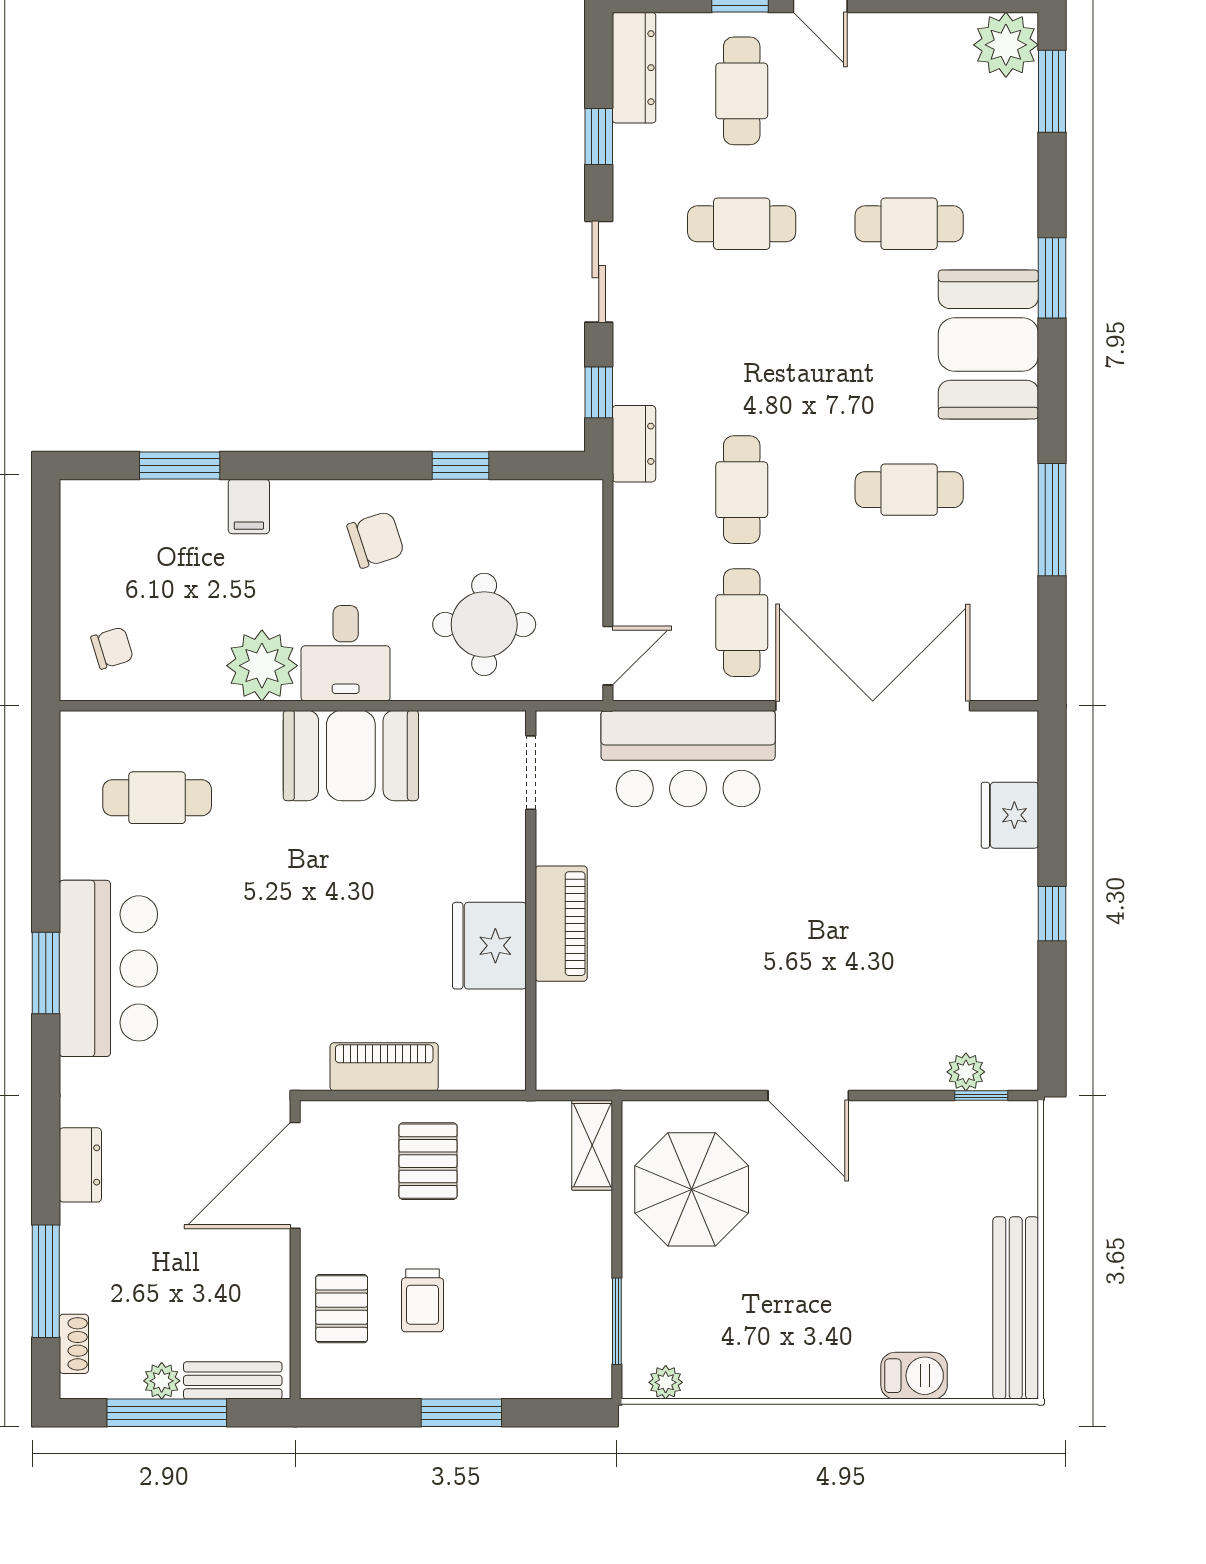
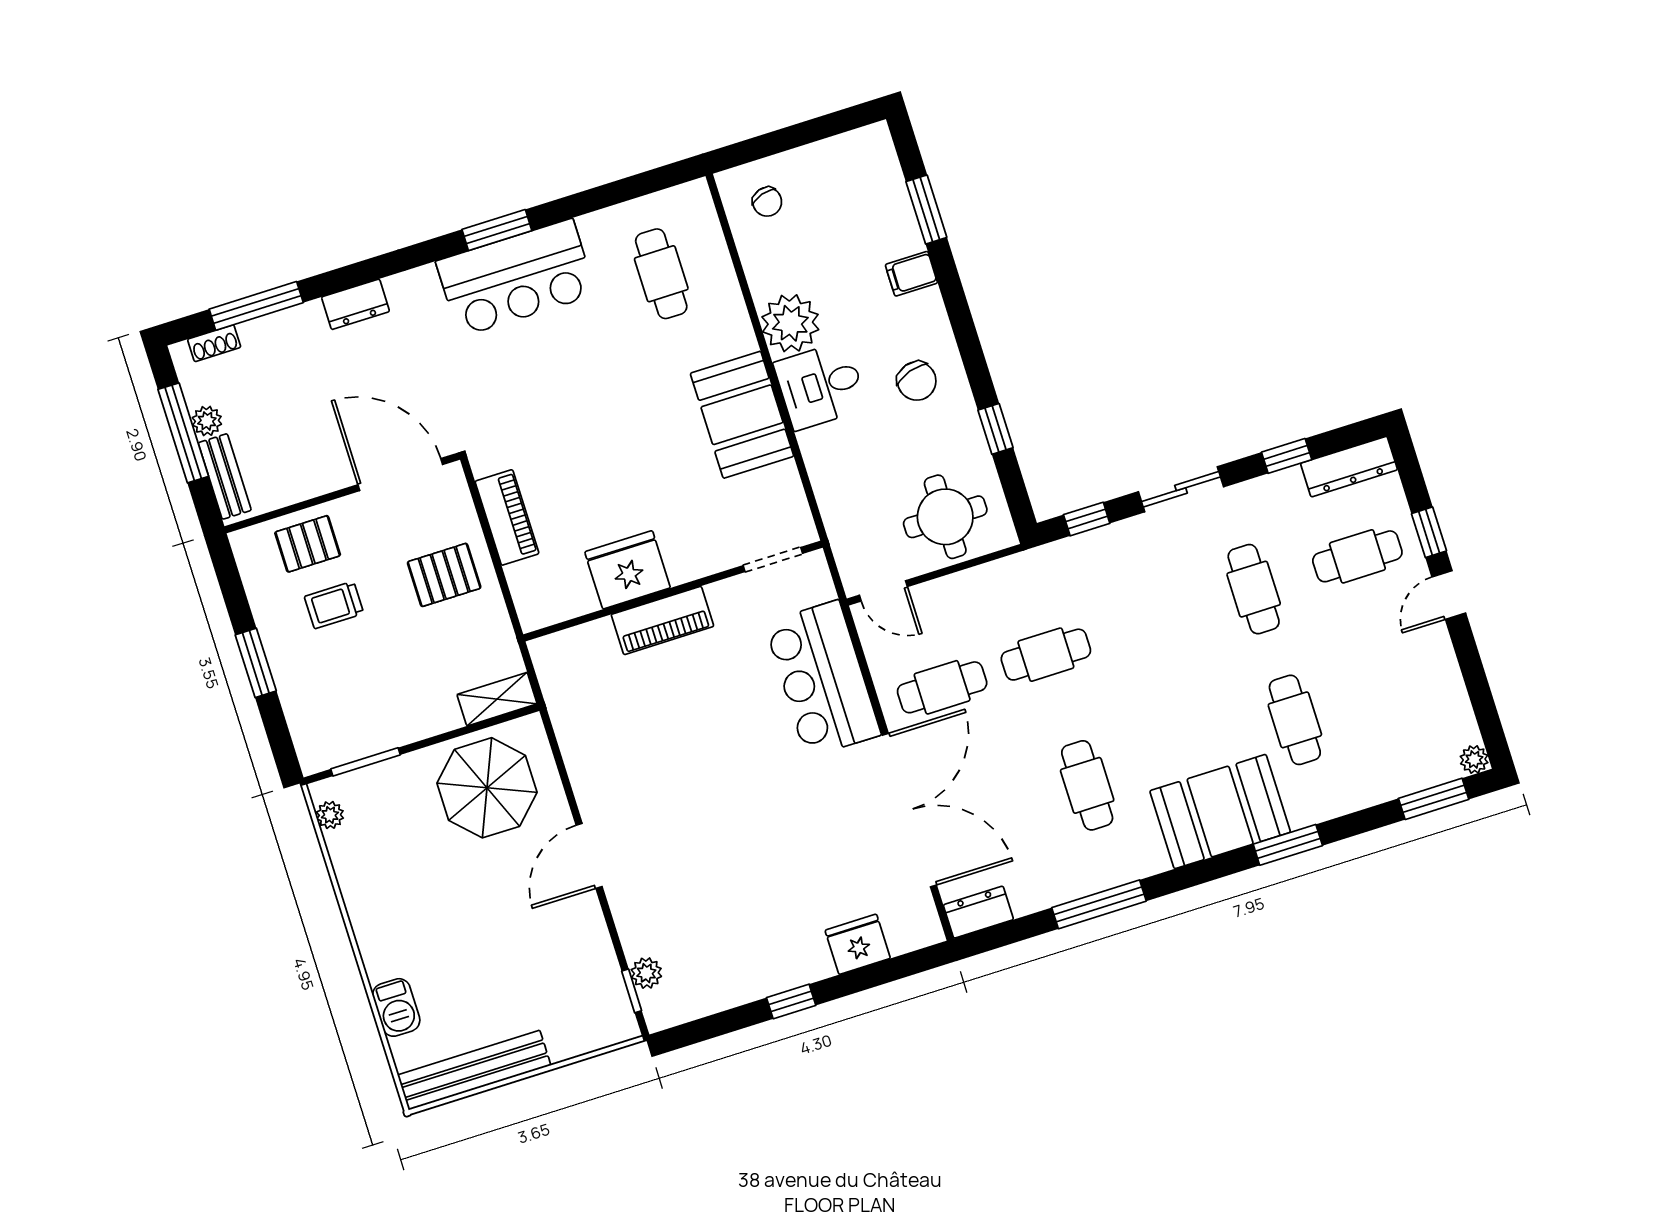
plant: (1006, 45) -> (1474, 760), width x0.53, depth x0.53
dresser: (634, 444) -> (978, 912), moved, turned 180
round table: (484, 624) -> (945, 517), moved

